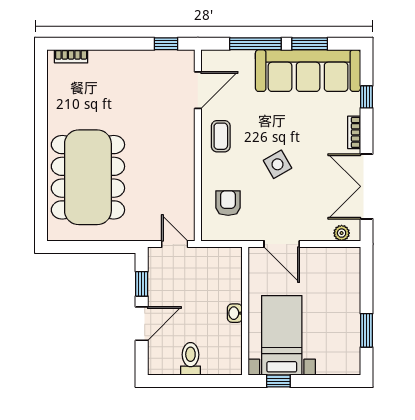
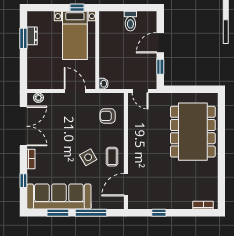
window: (166, 44) -> (159, 213), moved
side table: (278, 164) -> (88, 157), moved
armchair: (228, 203) -> (108, 116), turned 90
washbasin: (235, 313) -> (103, 84), moved
dresser: (352, 335) -> (32, 36), added

